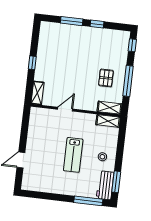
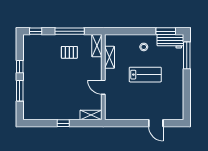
shelving: (108, 121) -> (110, 57), moved

